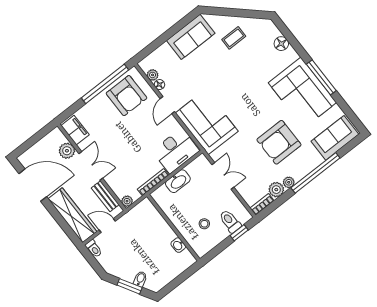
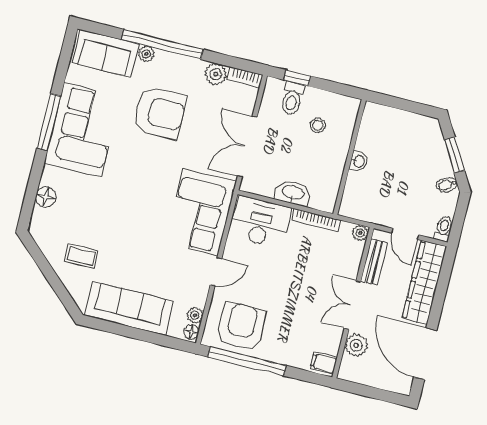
sofa: (191, 37) -> (129, 308), width x1.36
floor lamp: (159, 85) -> (191, 332), moved
filing cabinet: (75, 130) -> (324, 363), width x0.50
double door: (223, 176) -> (247, 147), width x1.37
plant: (289, 182) -> (146, 54), moved
washbasin: (178, 245) -> (359, 161), moved
bidet: (140, 279) -> (447, 185), moved

